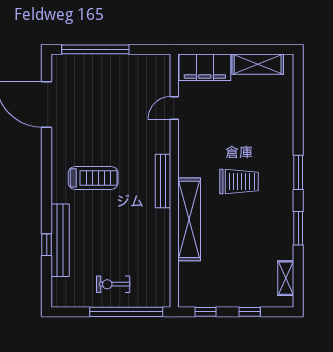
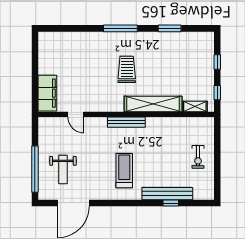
shelving: (258, 64) -> (45, 56), removed
weight bench: (95, 90) -> (63, 170), added
window: (298, 172) -> (120, 28), width x1.44
window: (298, 228) -> (170, 28), moved
shelving: (286, 278) -> (195, 106), moved
window: (126, 312) -> (217, 148), removed

